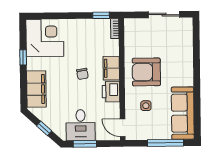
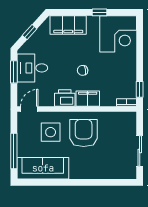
side table: (146, 106) -> (51, 132), width x1.87, depth x1.87

